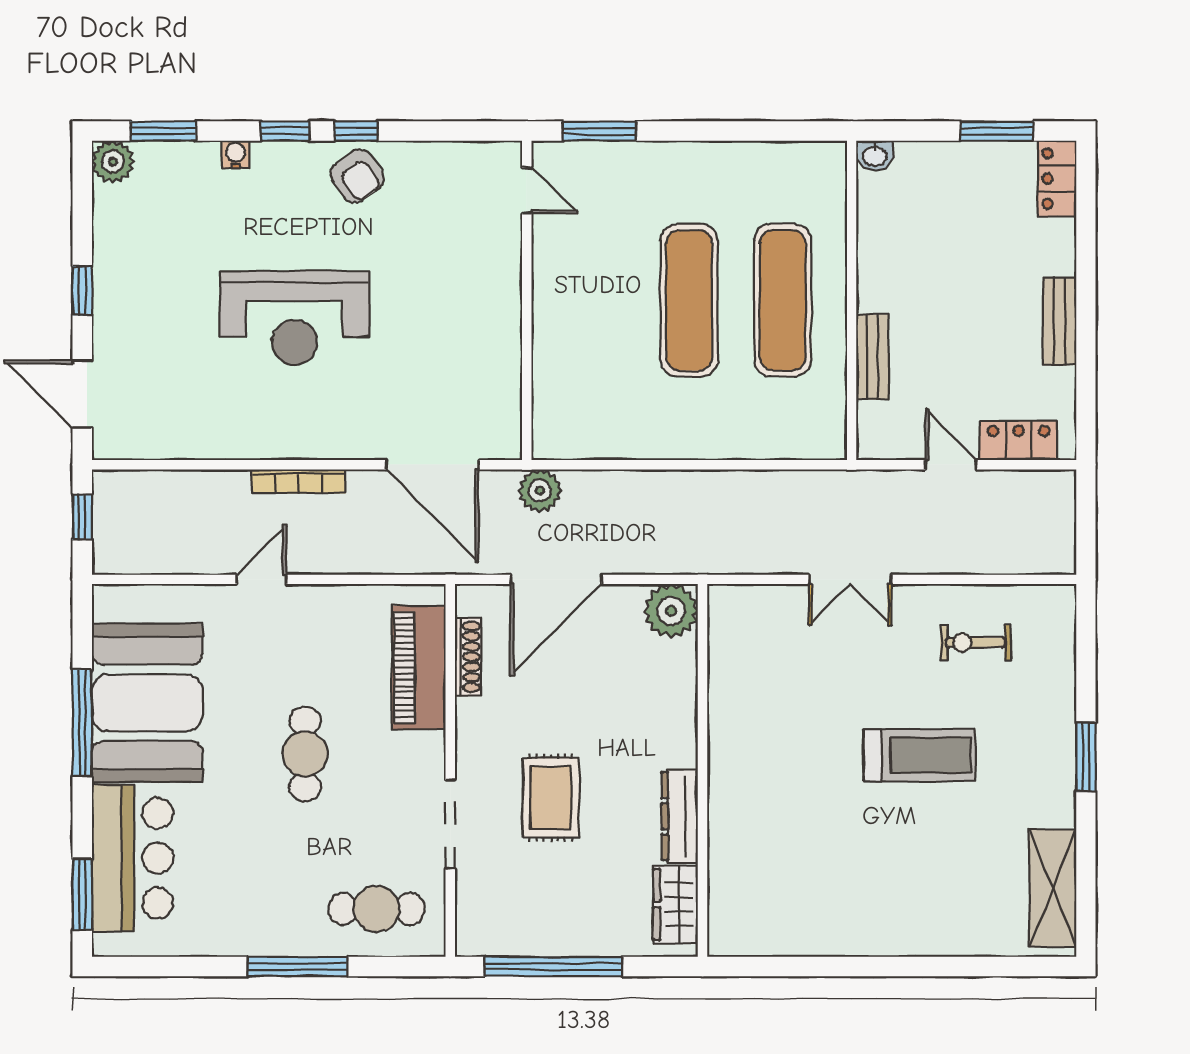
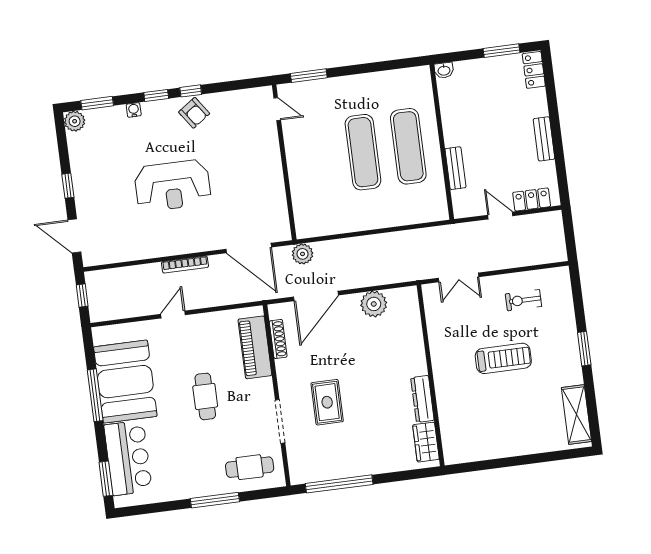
wall: (703, 770) -> (431, 375), moved
dresser: (680, 816) -> (422, 399), moved
wardrobe: (676, 904) -> (426, 442), moved

